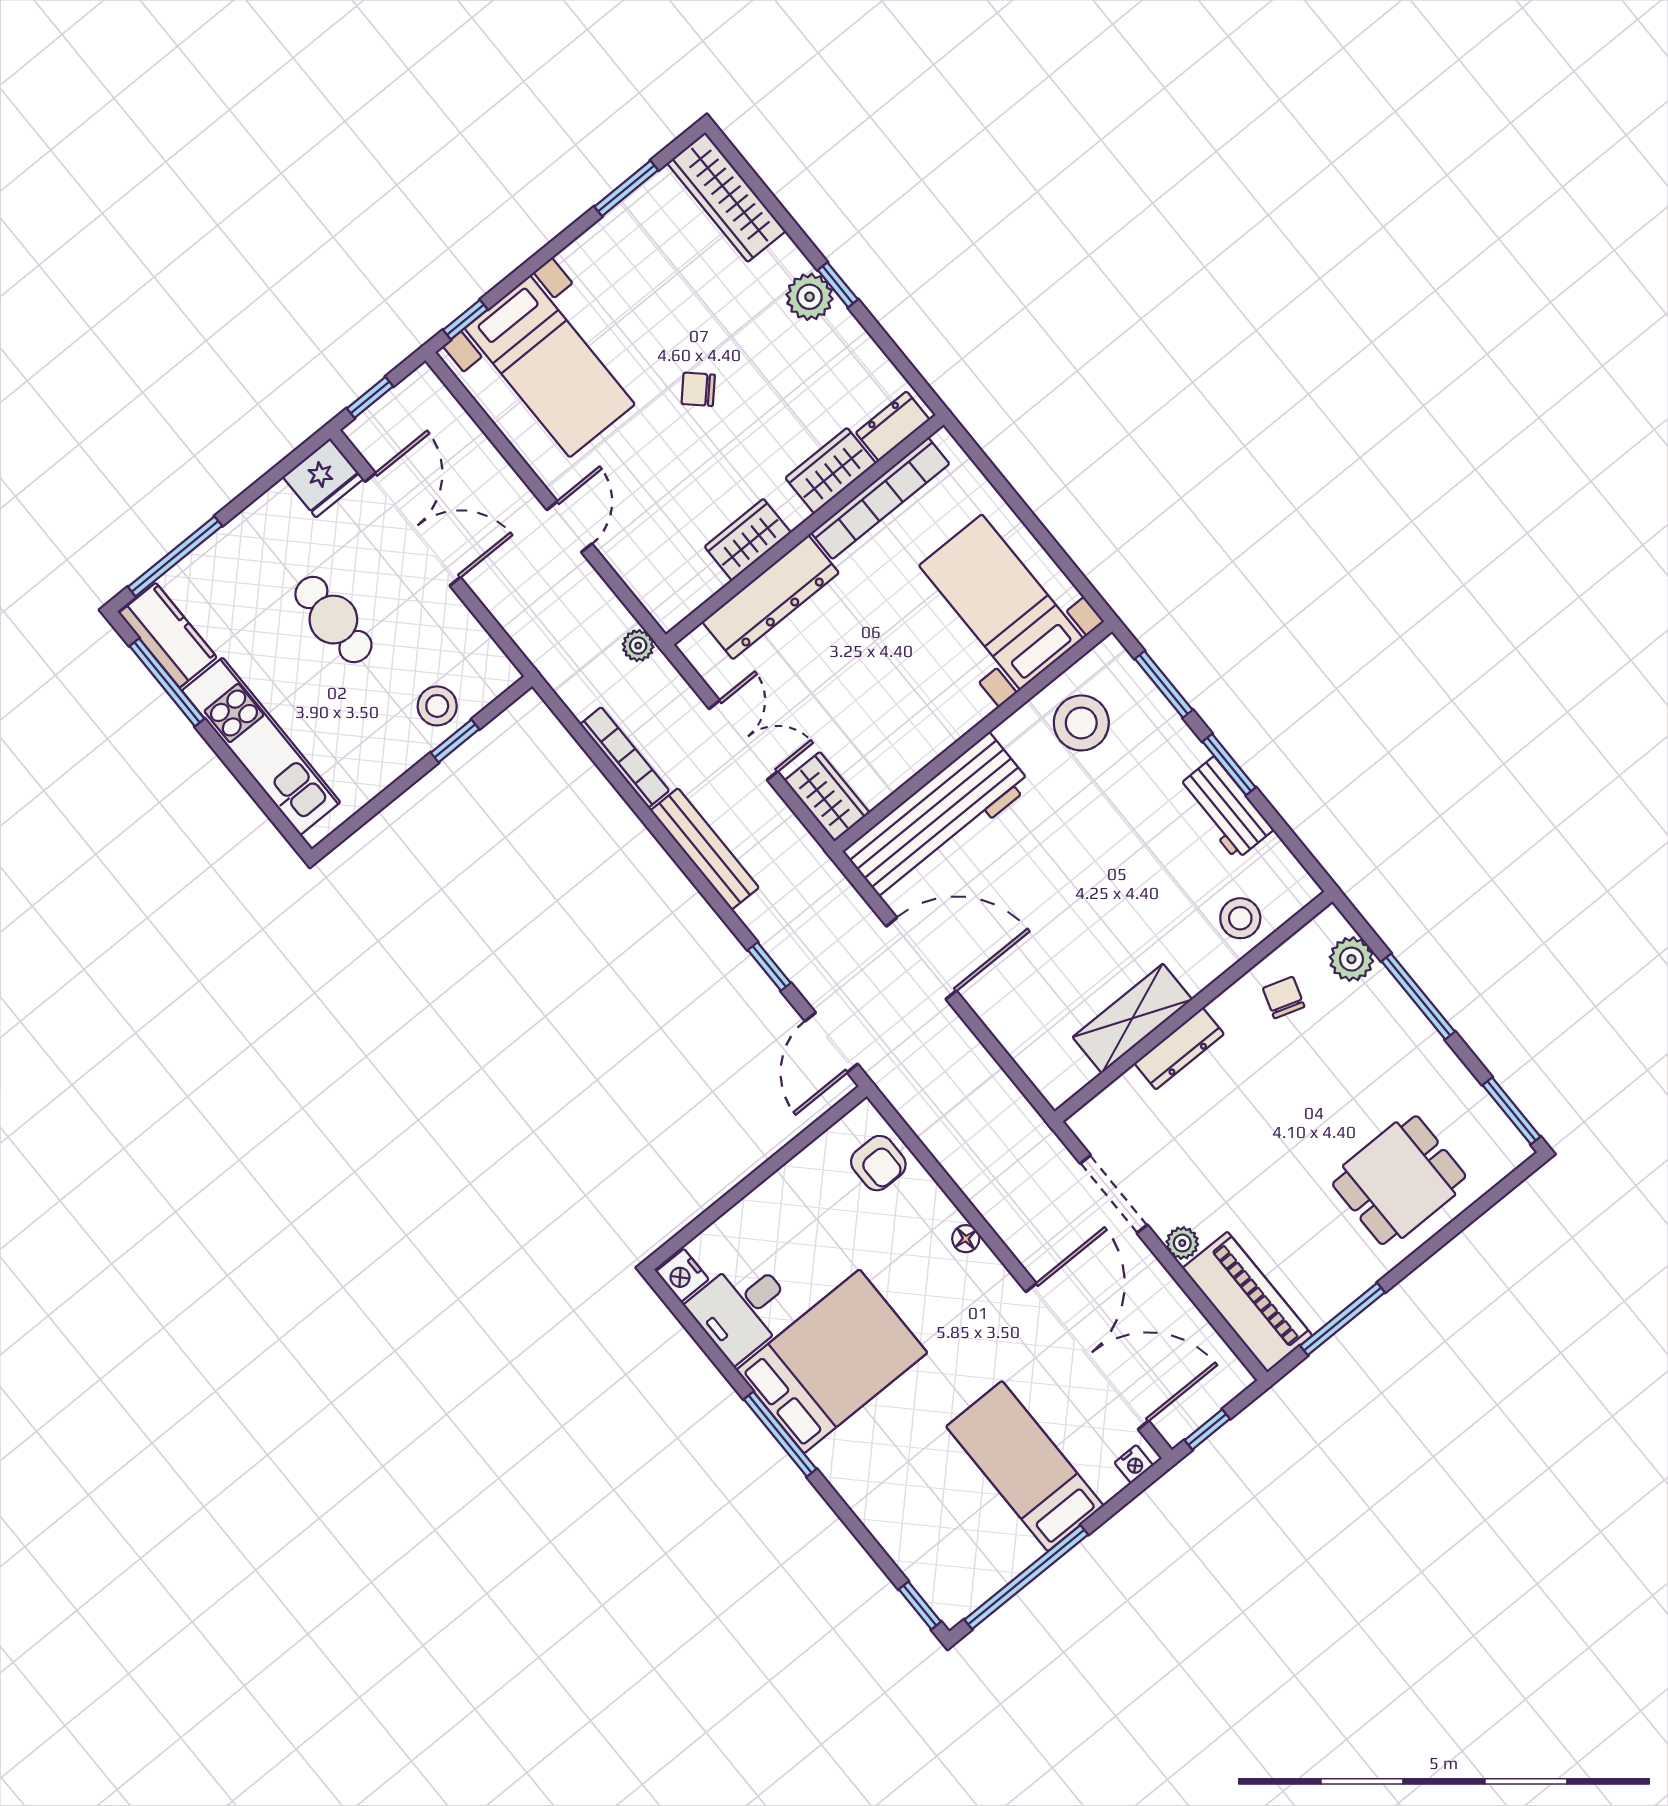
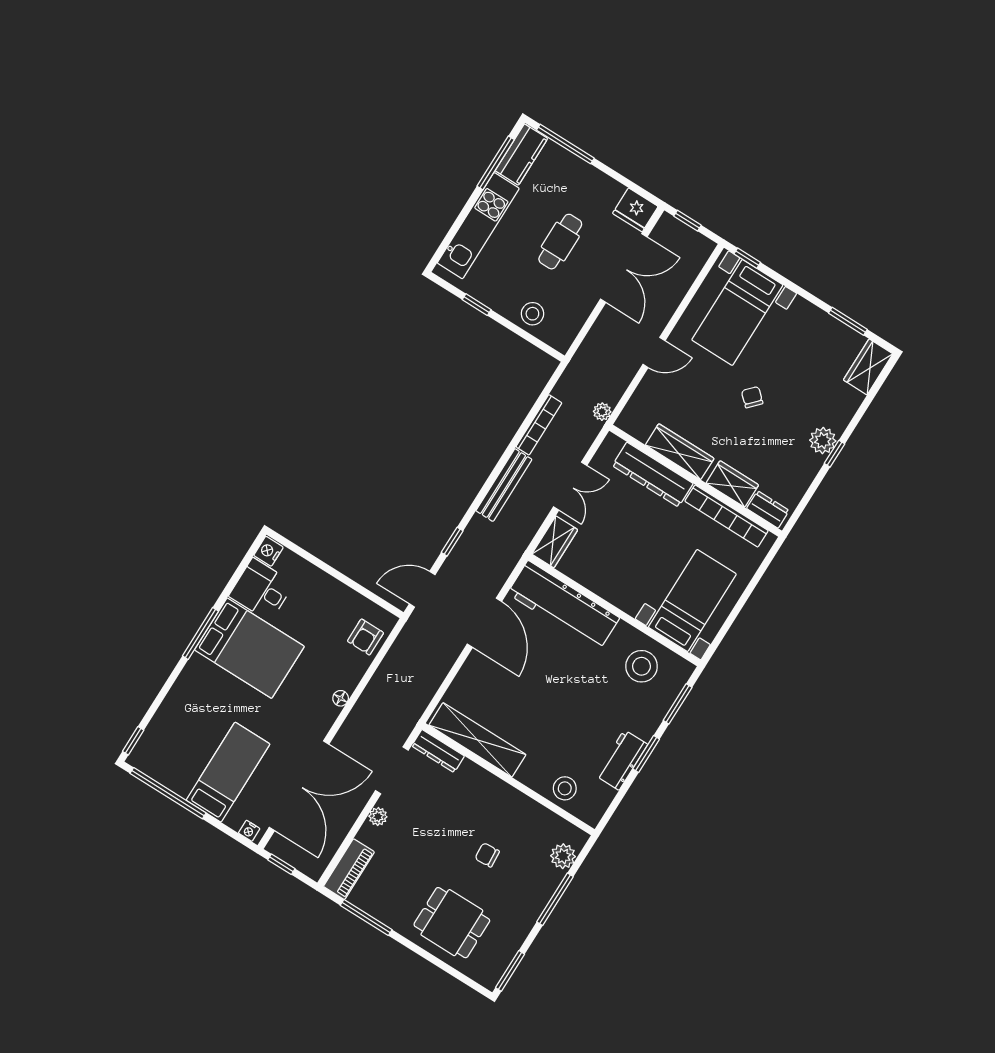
wardrobe: (726, 197) -> (868, 367), width x0.67
wardrobe: (748, 540) -> (680, 452), width x1.50
window: (455, 741) -> (477, 305), moved
chair: (1284, 997) -> (487, 855), moved, turned -112
shelving: (1132, 1018) -> (477, 740), width x1.47
dresser: (1179, 1049) -> (438, 751), moved
piano: (1247, 1302) -> (349, 869), width x0.73, depth x0.75

